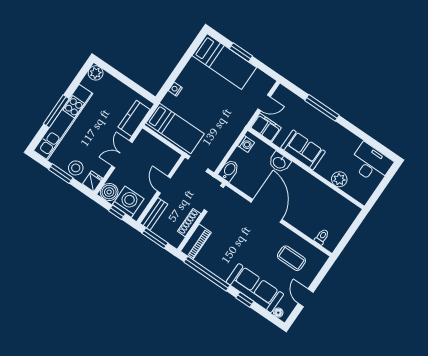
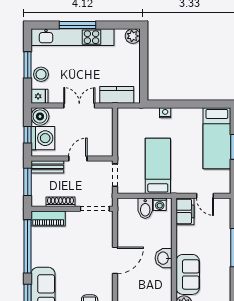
bed: (175, 128) -> (158, 166), moved, turned 180
sofa: (303, 150) -> (188, 274), moved
washbasin: (279, 162) -> (164, 258), moved
bidet: (229, 170) -> (145, 208), moved, turned 90
door: (267, 211) -> (115, 260), width x0.73

